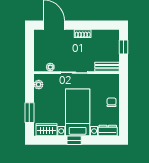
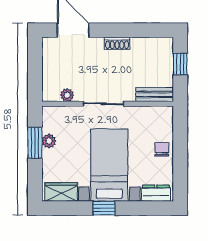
plant: (39, 85) -> (49, 141), moved
window: (29, 113) -> (35, 143), moved

